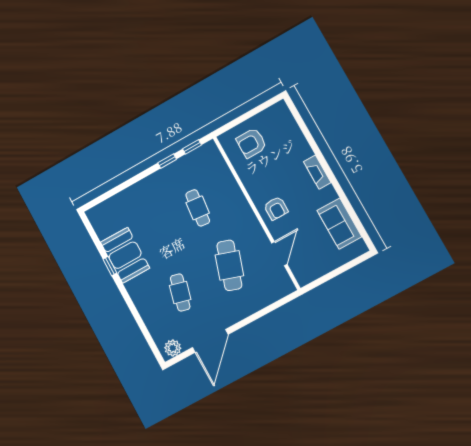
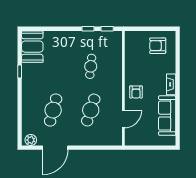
armchair: (251, 143) -> (158, 46), moved
sofa: (339, 224) -> (167, 116), width x1.36
booth: (125, 255) -> (32, 47), moved
cafe table: (180, 292) -> (53, 110), width x1.37, depth x1.35

